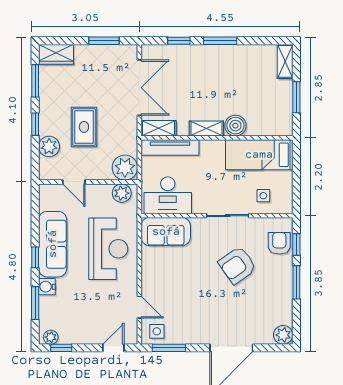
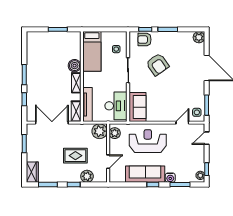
shelving: (285, 61) -> (36, 36), removed
door: (113, 348) -> (207, 138), hinge flipped

